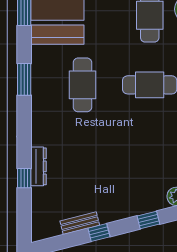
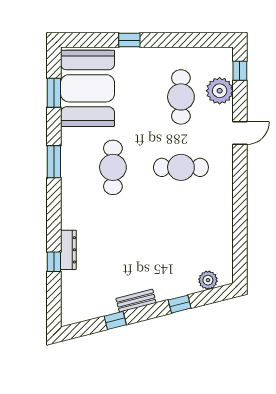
bench: (80, 223) -> (136, 301), moved
window: (99, 233) -> (115, 320), moved

